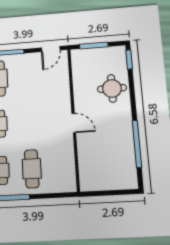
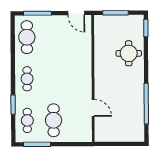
door: (51, 49) -> (76, 13), hinge flipped
door: (74, 123) -> (93, 108), moved

